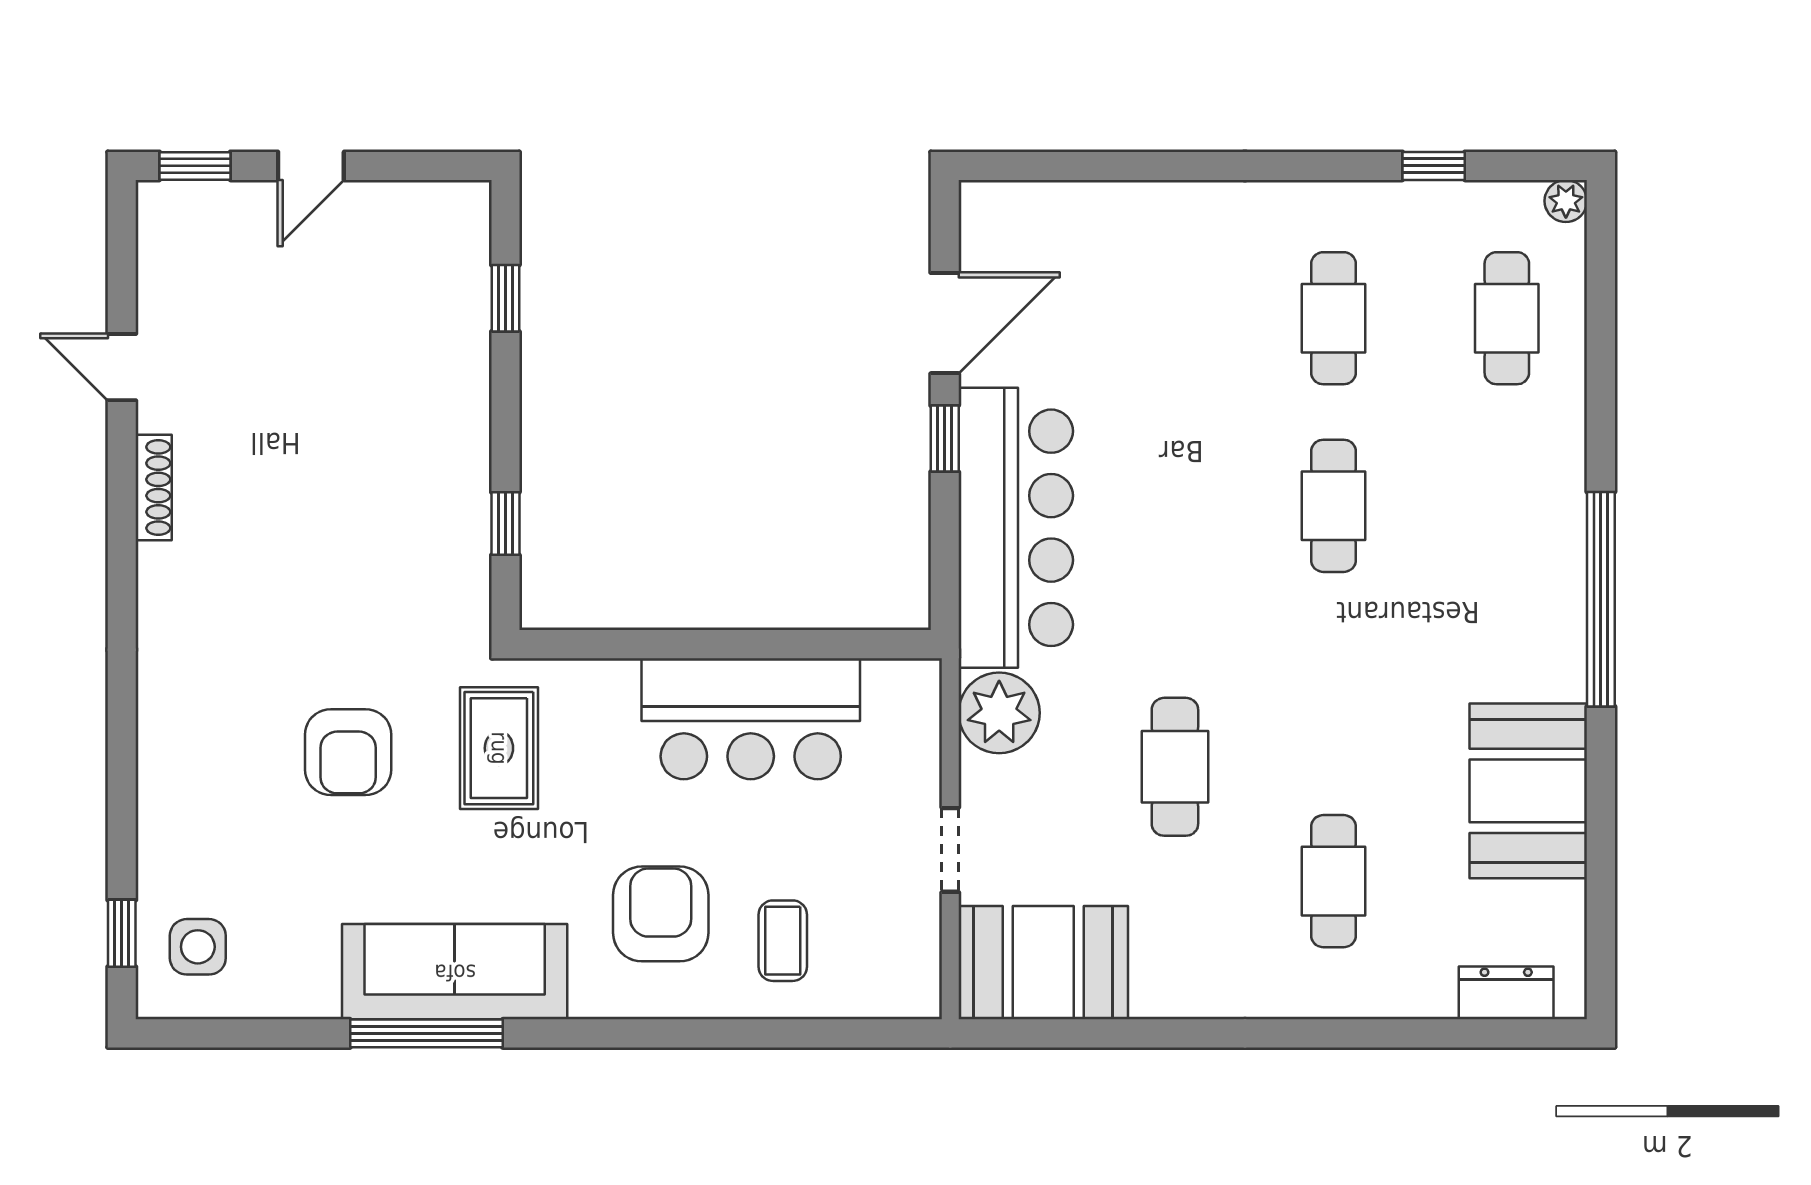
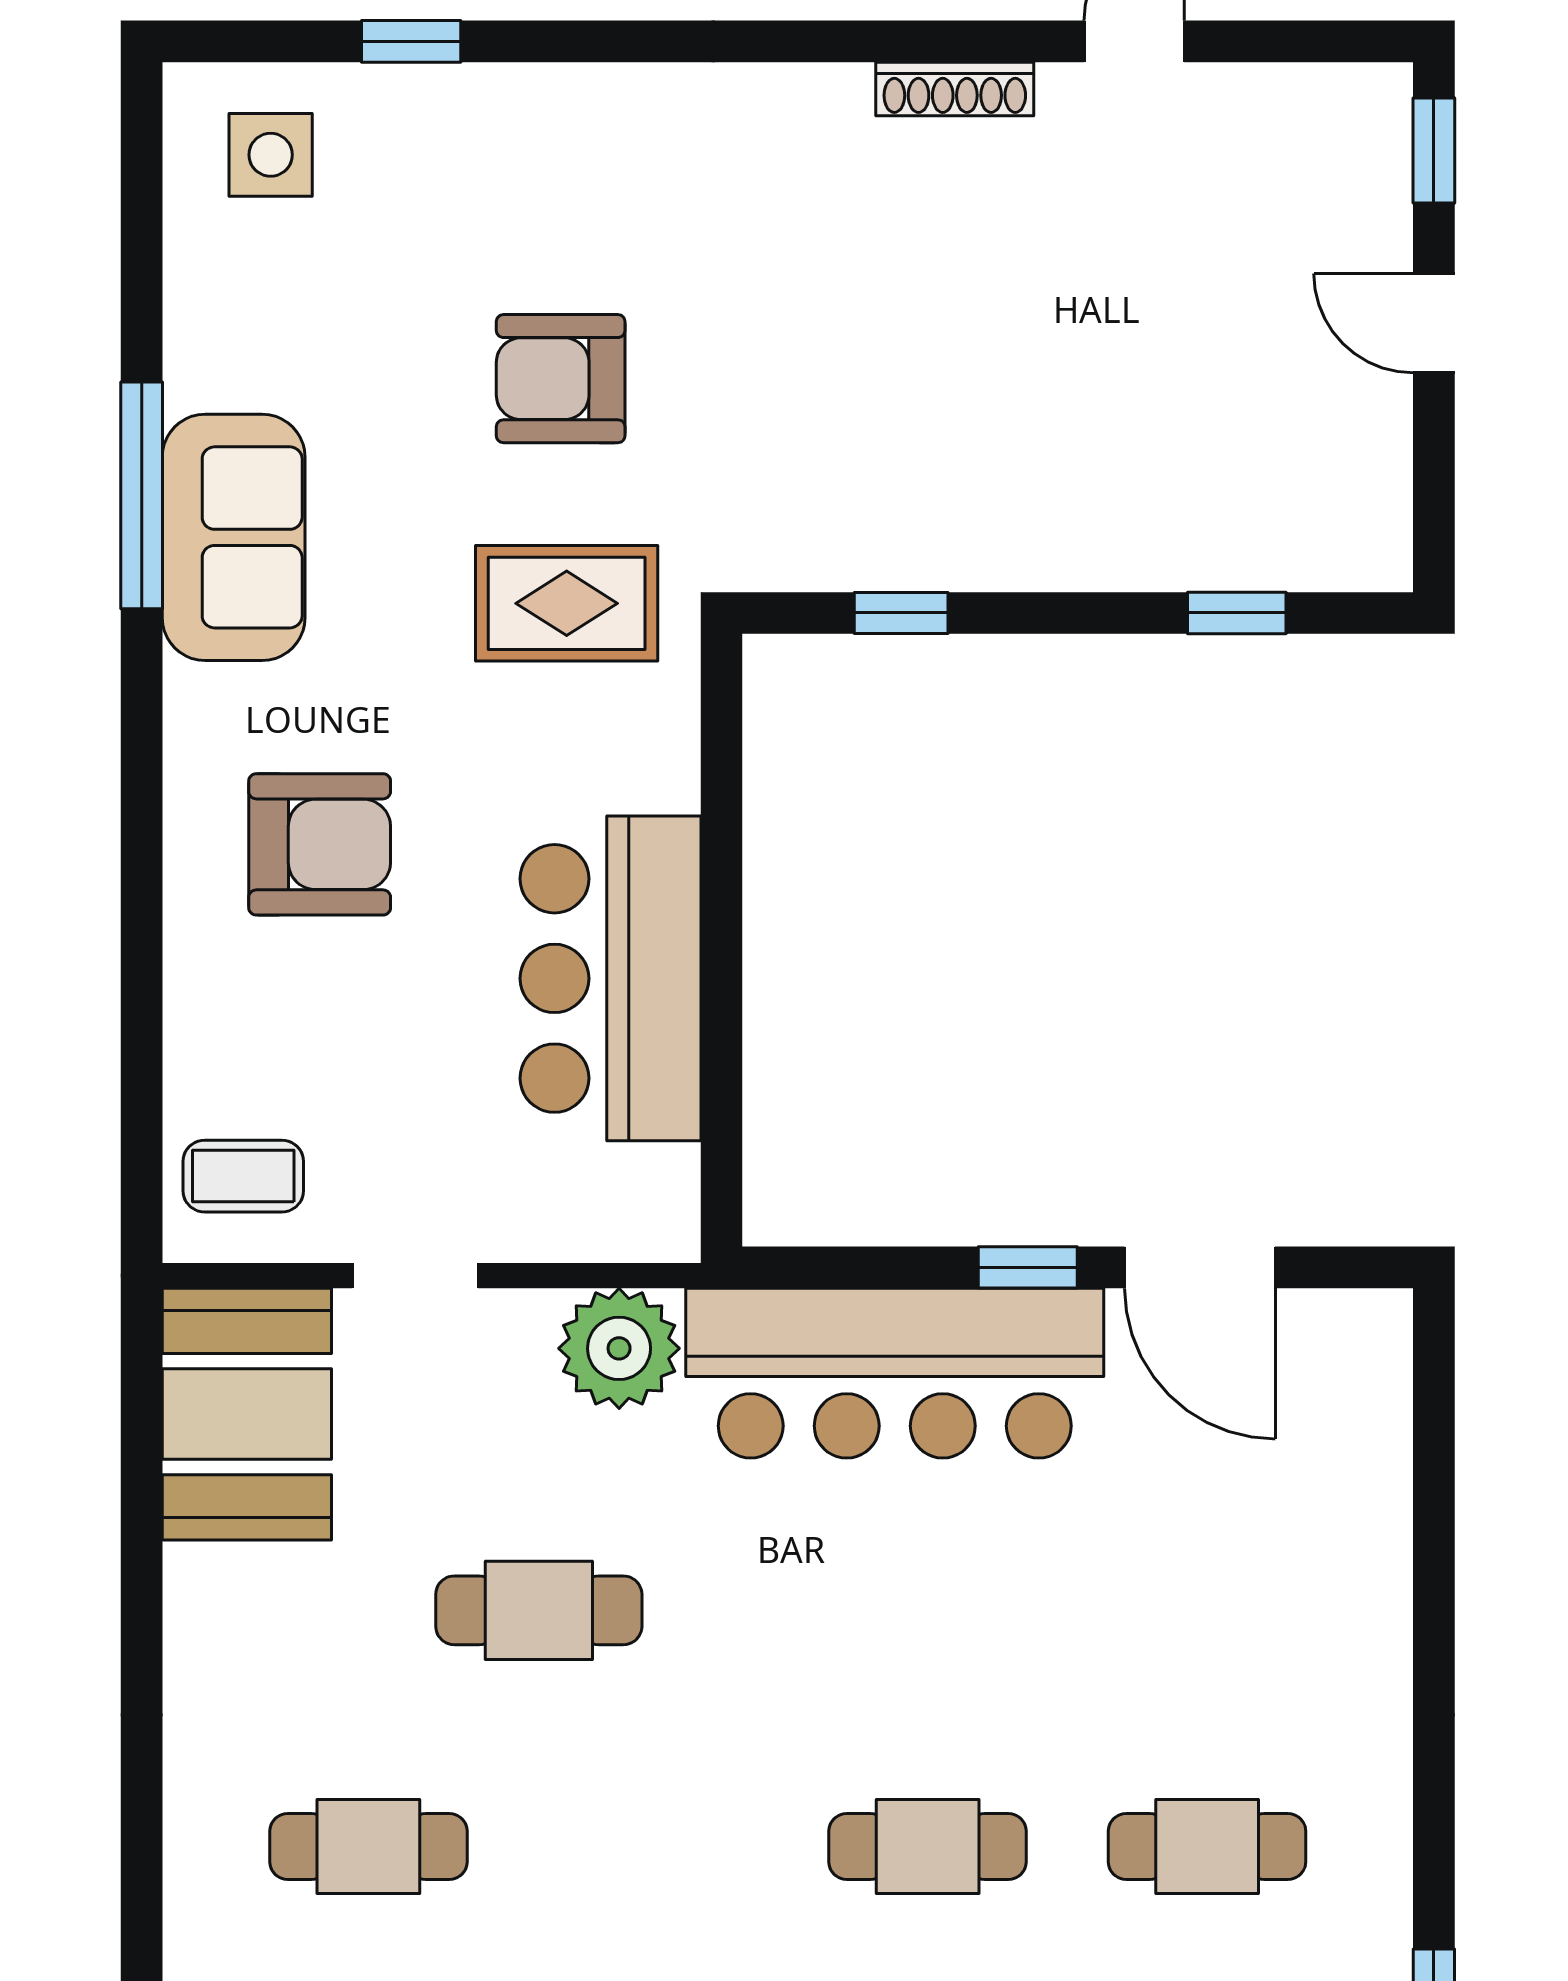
window: (122, 933) -> (411, 41), moved
coffee table: (783, 941) -> (243, 1176), moved
sofa: (455, 972) -> (234, 537), width x0.73

